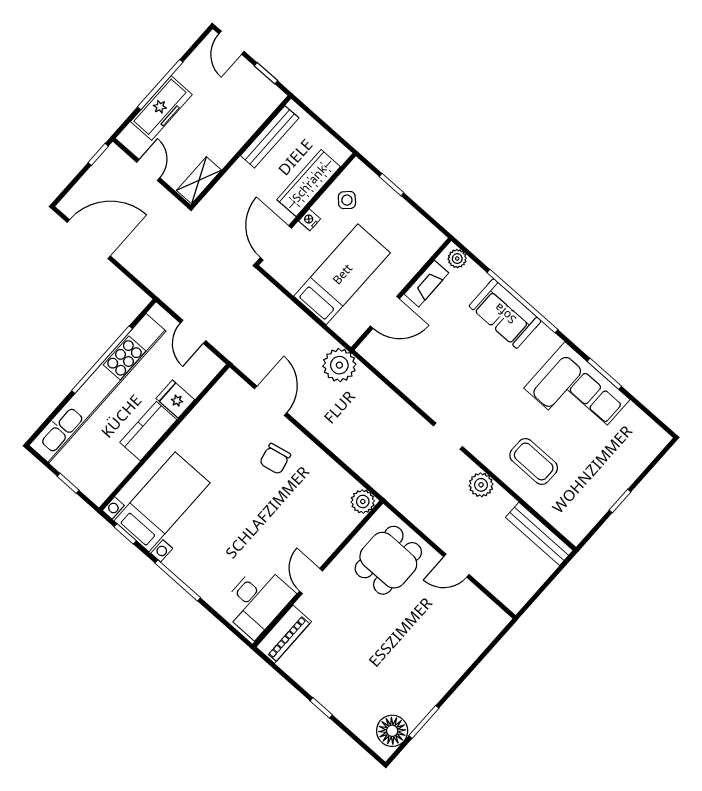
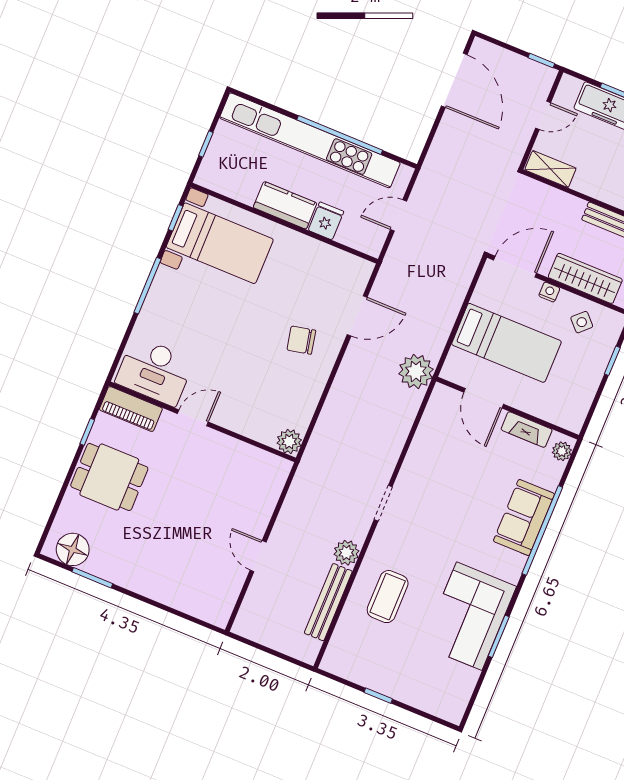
bench: (539, 534) -> (328, 602), moved
dining table: (388, 560) -> (109, 477), moved
window: (321, 708) -> (87, 432), moved

